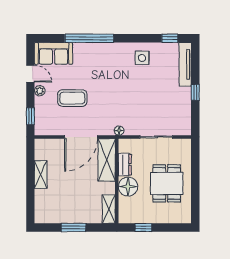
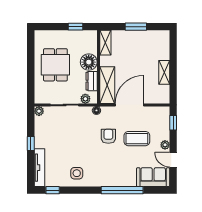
armchair: (105, 101) -> (108, 136), added
plant: (186, 130) -> (39, 111), added
plant: (132, 144) -> (85, 99), added

